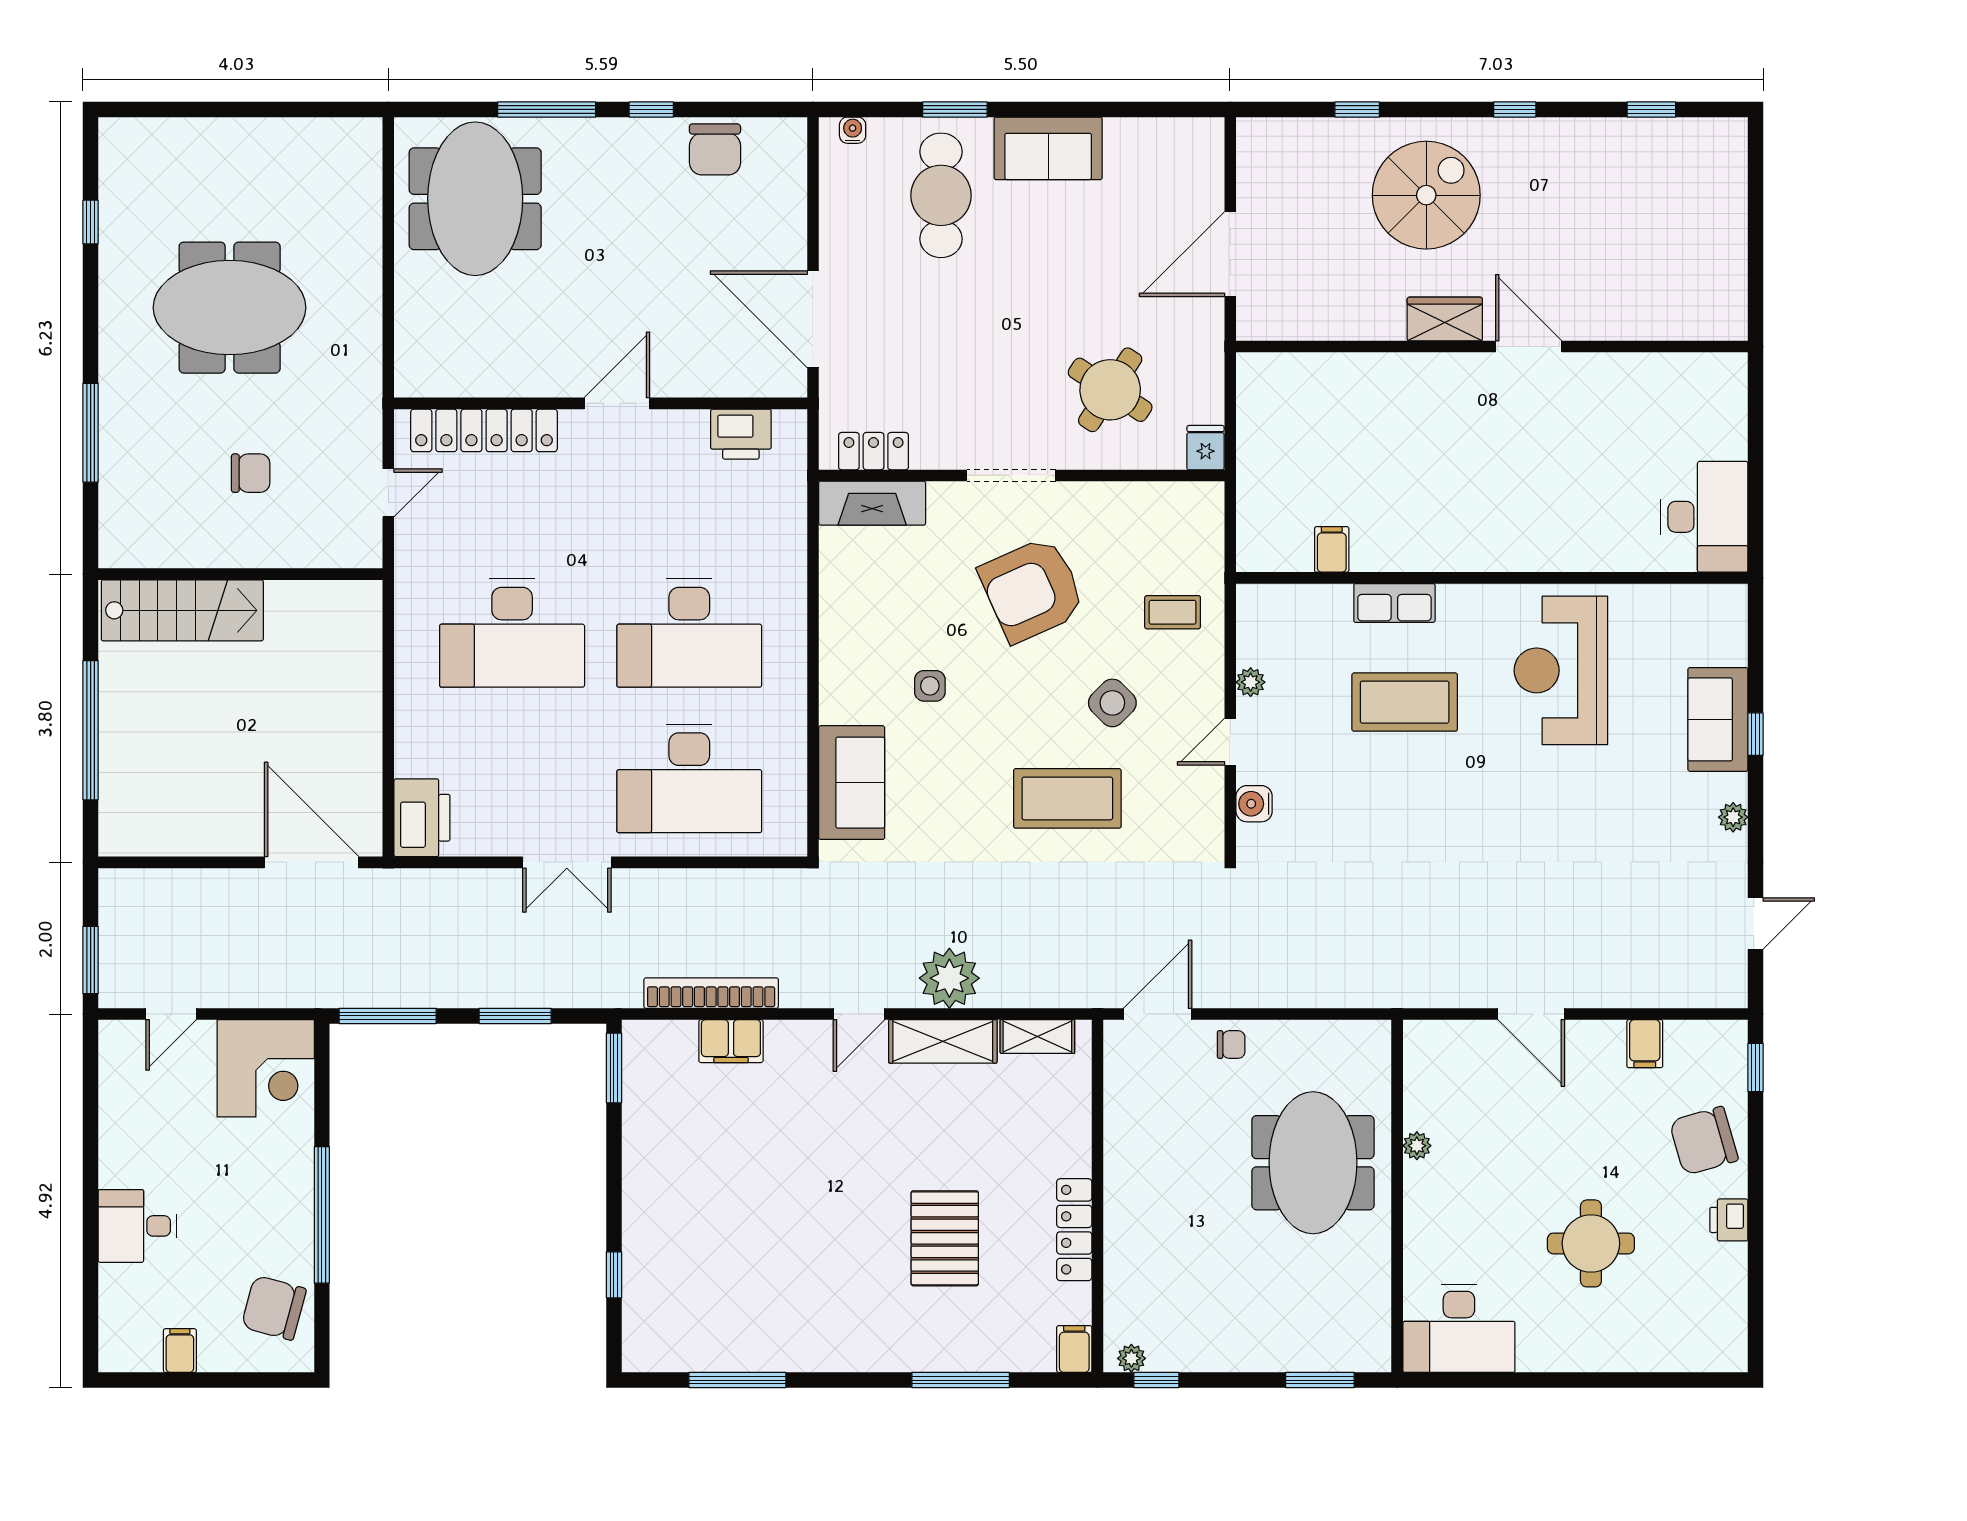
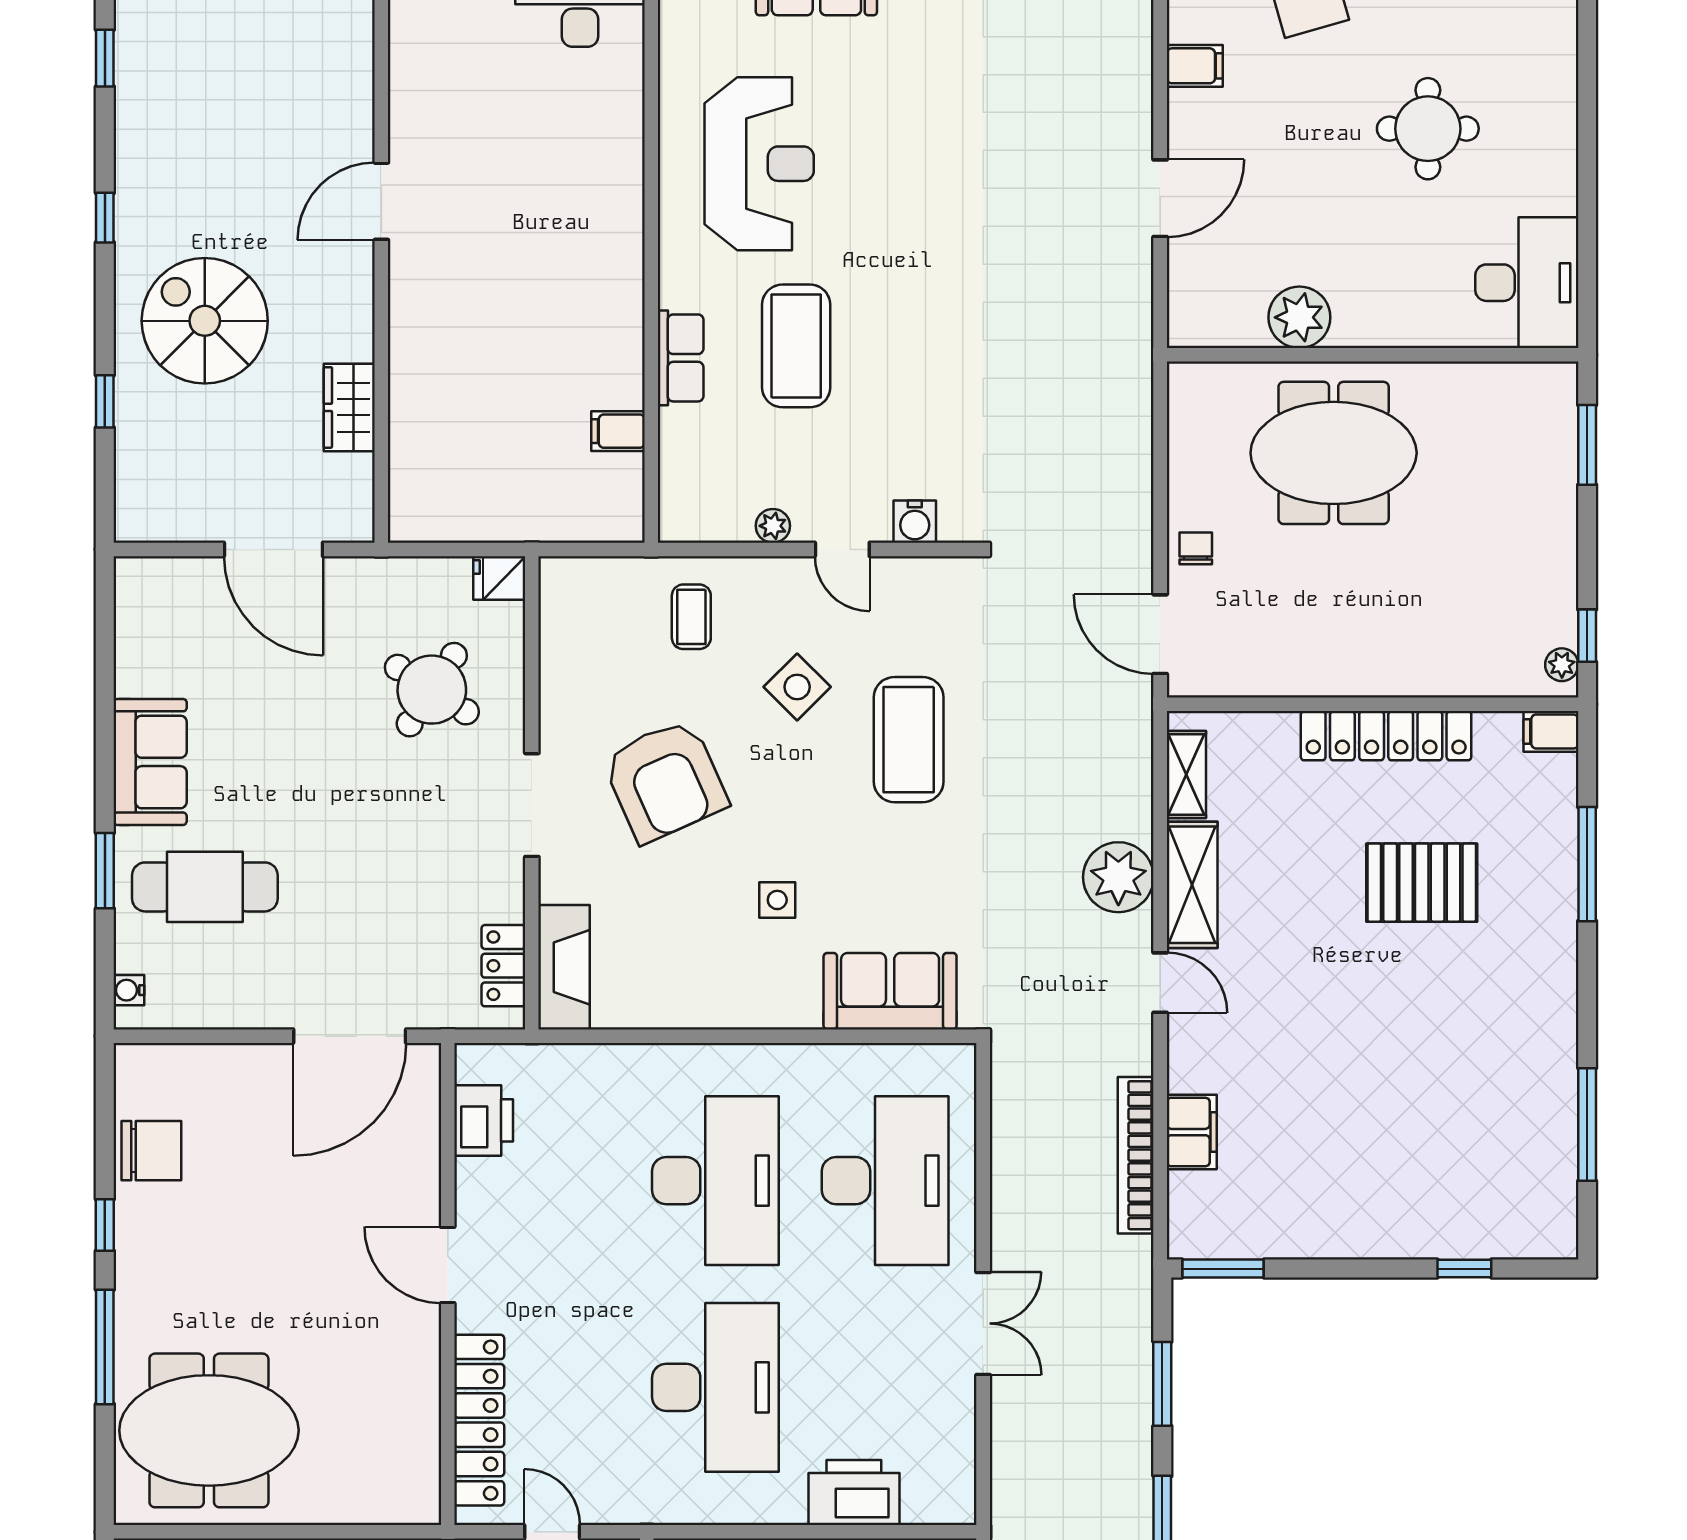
wardrobe: (1445, 319) -> (349, 407), moved
reception desk: (1561, 670) -> (759, 164), turned -90
printer: (422, 818) -> (854, 1493), moved
plant: (1417, 1146) -> (1299, 317), width x1.88, depth x1.88
locker: (1074, 1230) -> (1386, 736), width x1.41, depth x1.21

